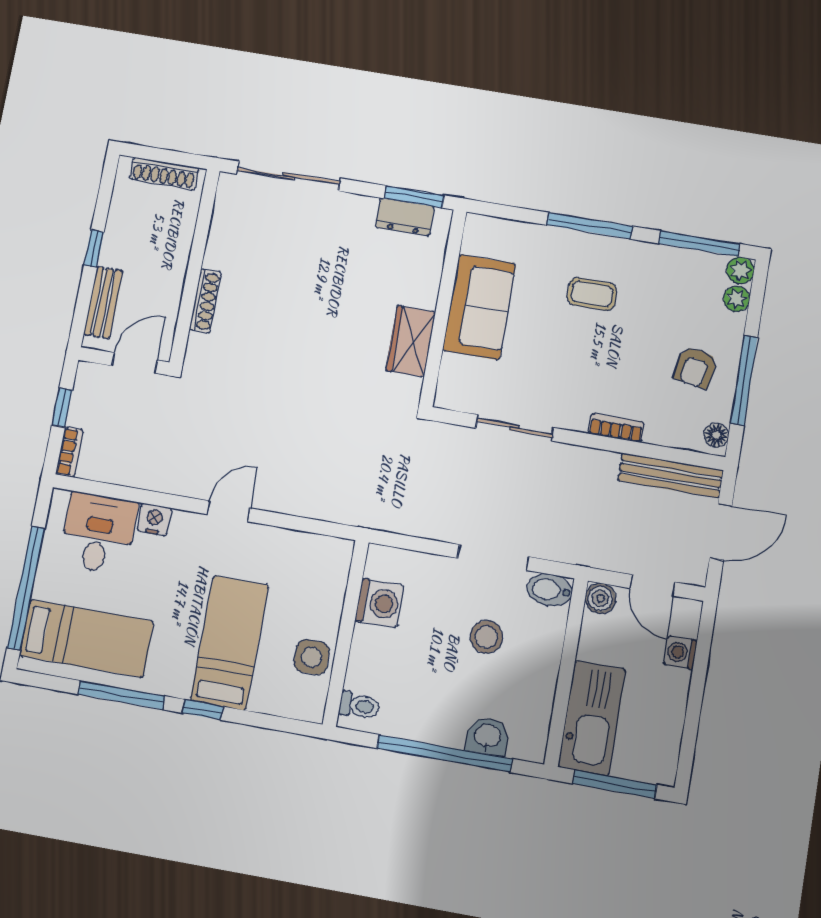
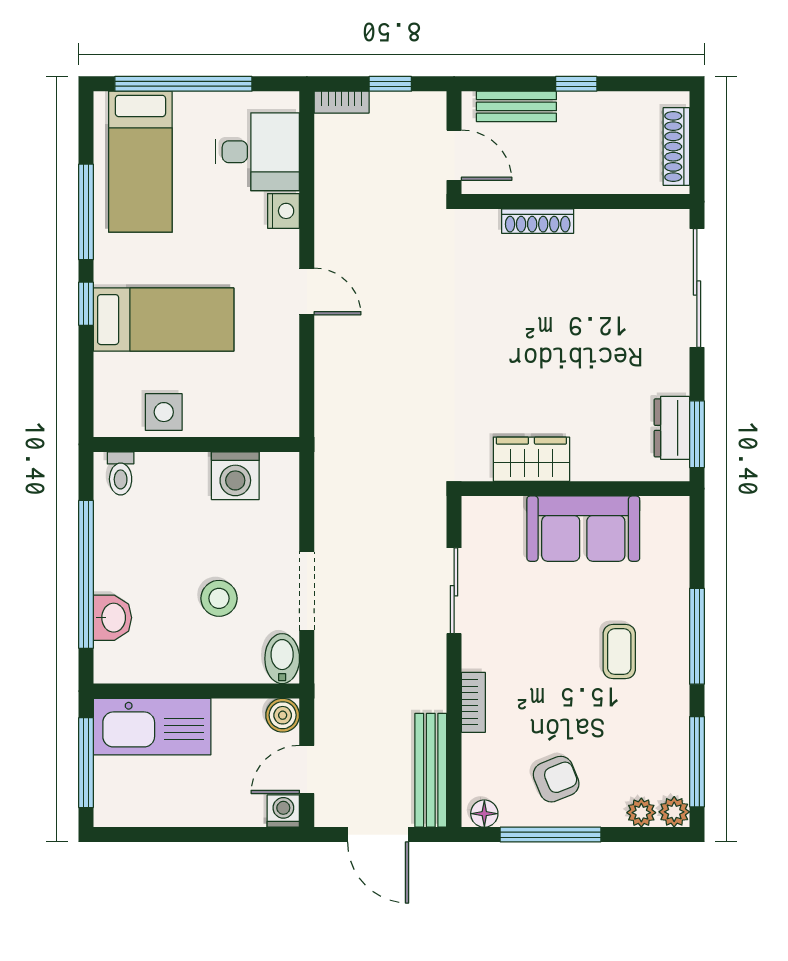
armchair: (696, 367) -> (556, 779), turned 148
washing machine: (680, 653) -> (283, 811), moved

